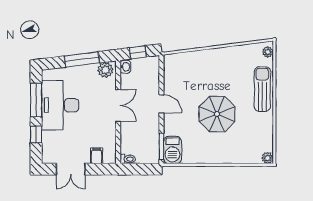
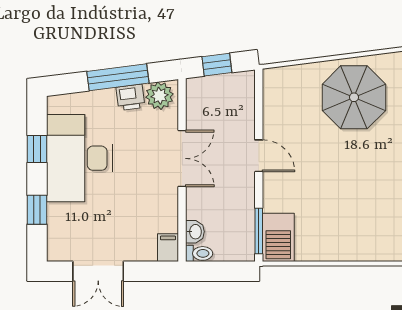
washbasin: (125, 67) -> (195, 232), moved
printer: (89, 71) -> (130, 97), added
window: (36, 100) -> (37, 149), width x0.46
parasol: (217, 114) -> (354, 97), moved
filing cabinet: (97, 156) -> (168, 248), moved

